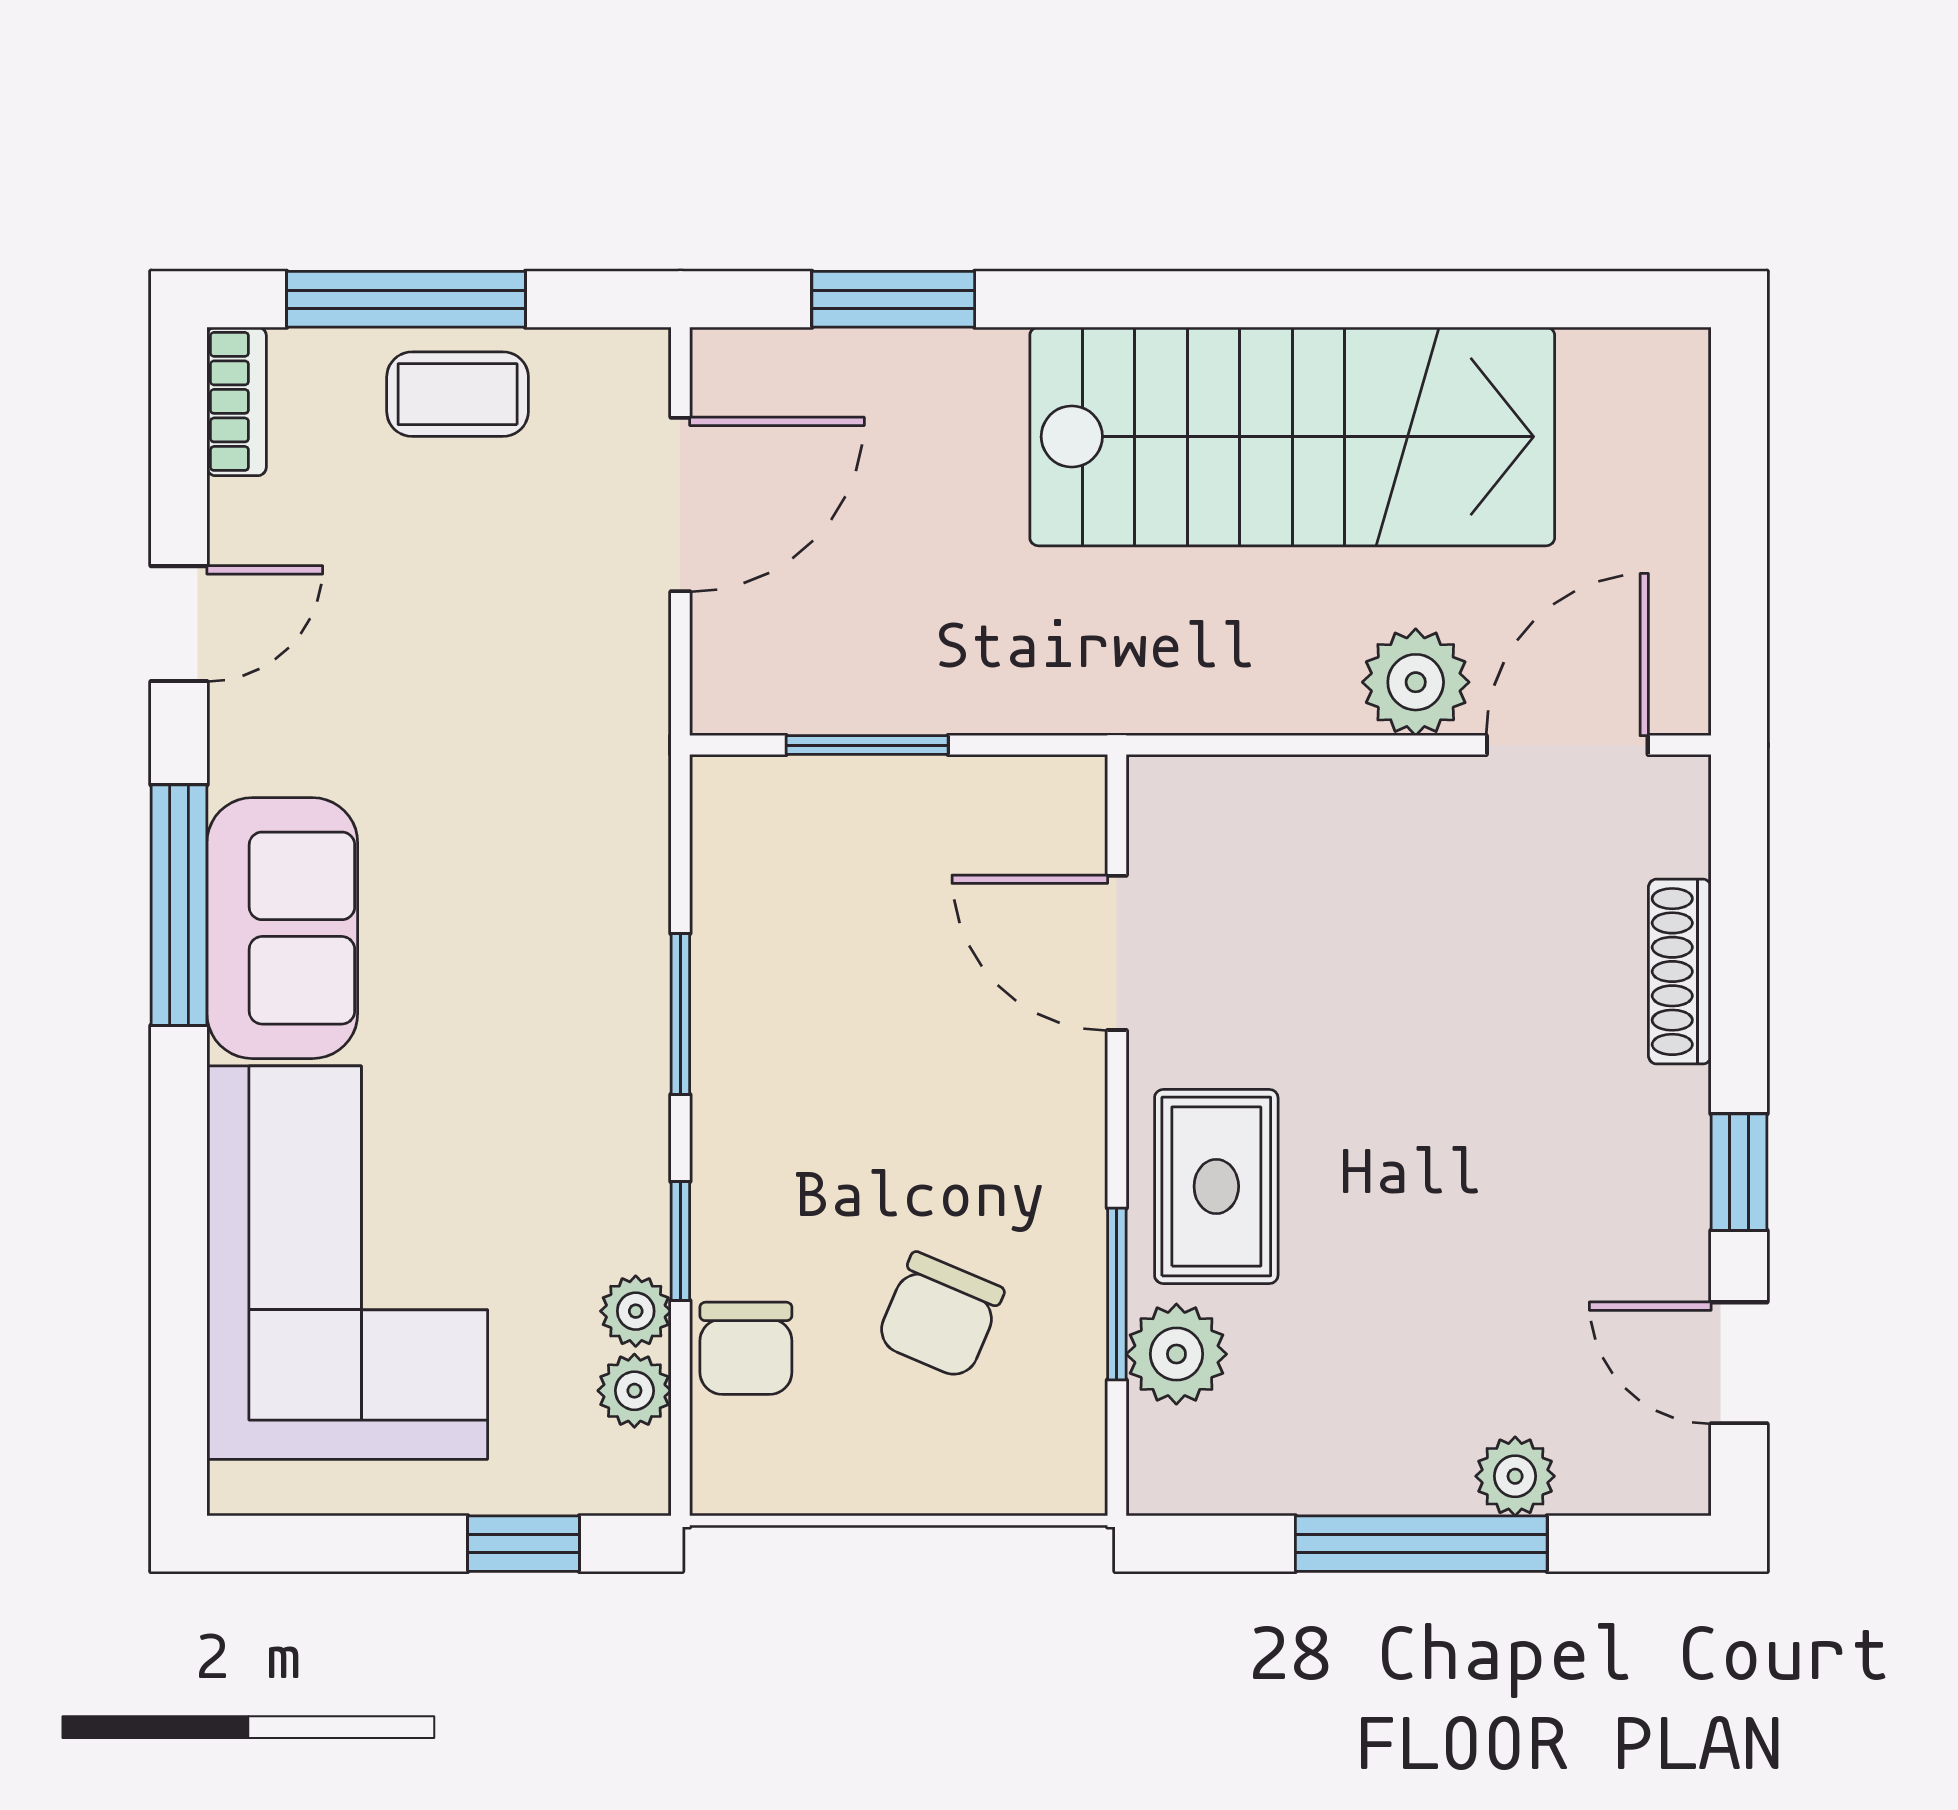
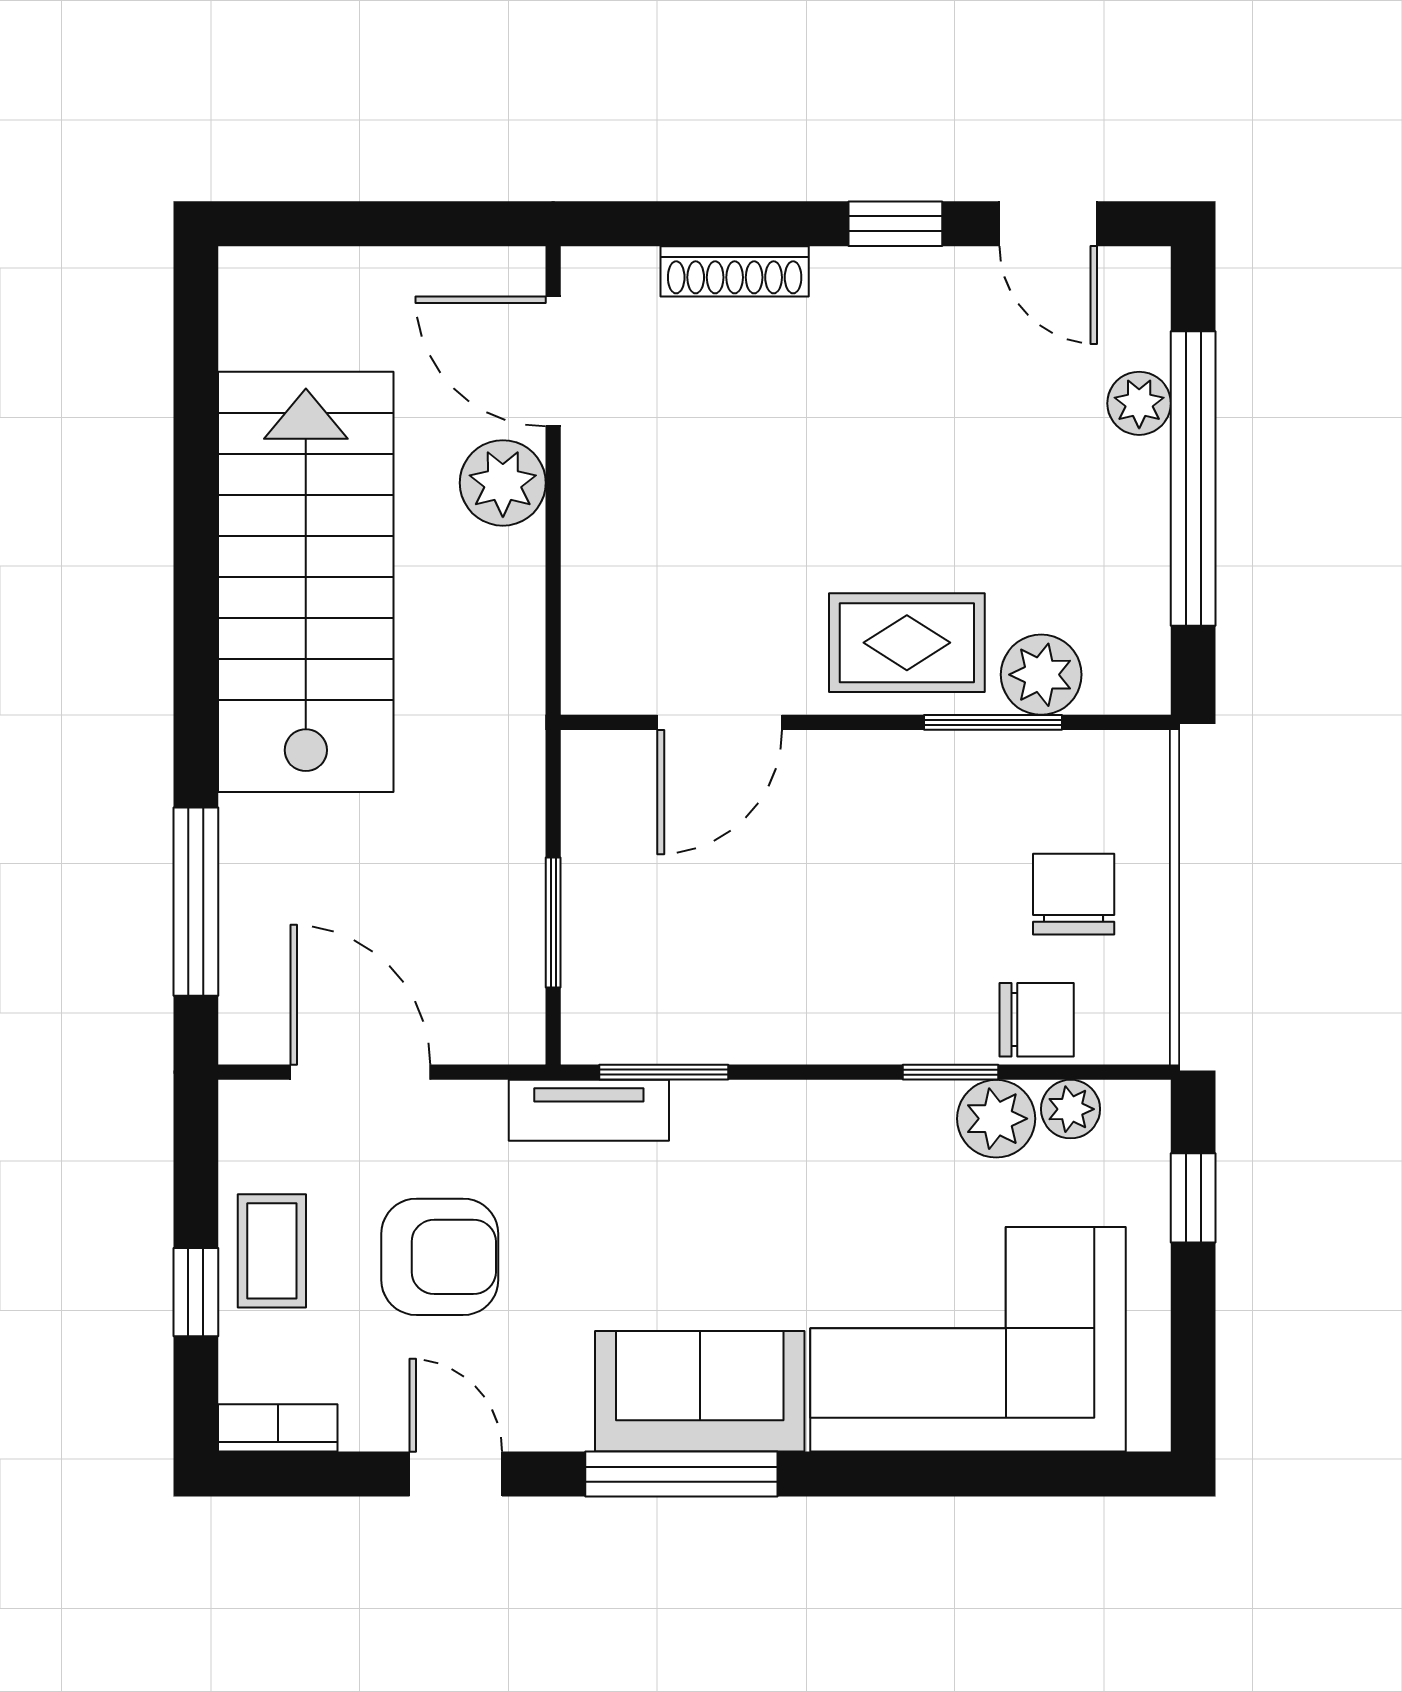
window: (406, 299) -> (196, 1292), width x0.46
window: (893, 299) -> (196, 902), width x1.44
armchair: (450, 604) -> (440, 1257), added
tv unit: (633, 790) -> (589, 1110), added
window: (680, 1014) -> (664, 1072), moved
plant: (636, 1311) -> (996, 1119), width x1.38, depth x1.38
chair: (940, 1316) -> (1074, 894), moved, turned -113
door: (1739, 1363) -> (1048, 224), hinge flipped
window: (1421, 1544) -> (1193, 478), width x1.46

